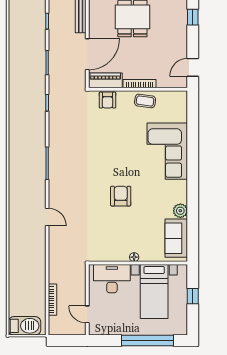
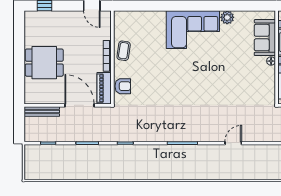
corner sofa: (167, 151) -> (193, 30), moved
armchair: (121, 196) -> (213, 74), removed
sofa: (176, 238) -> (265, 38), moved, turned 90

